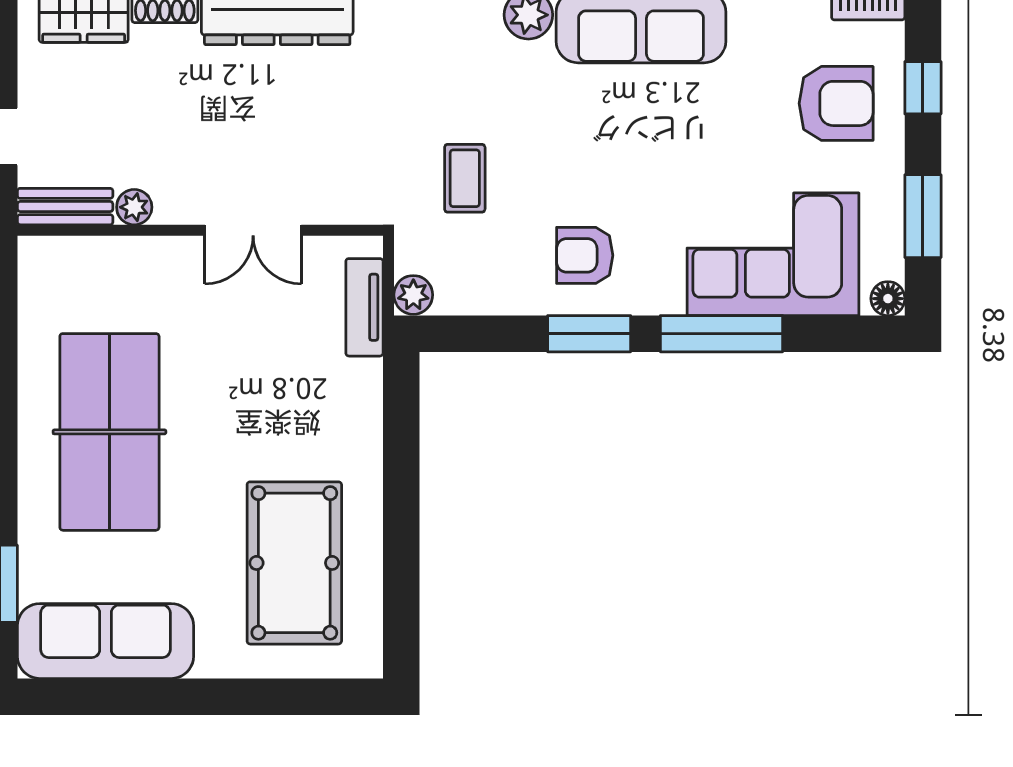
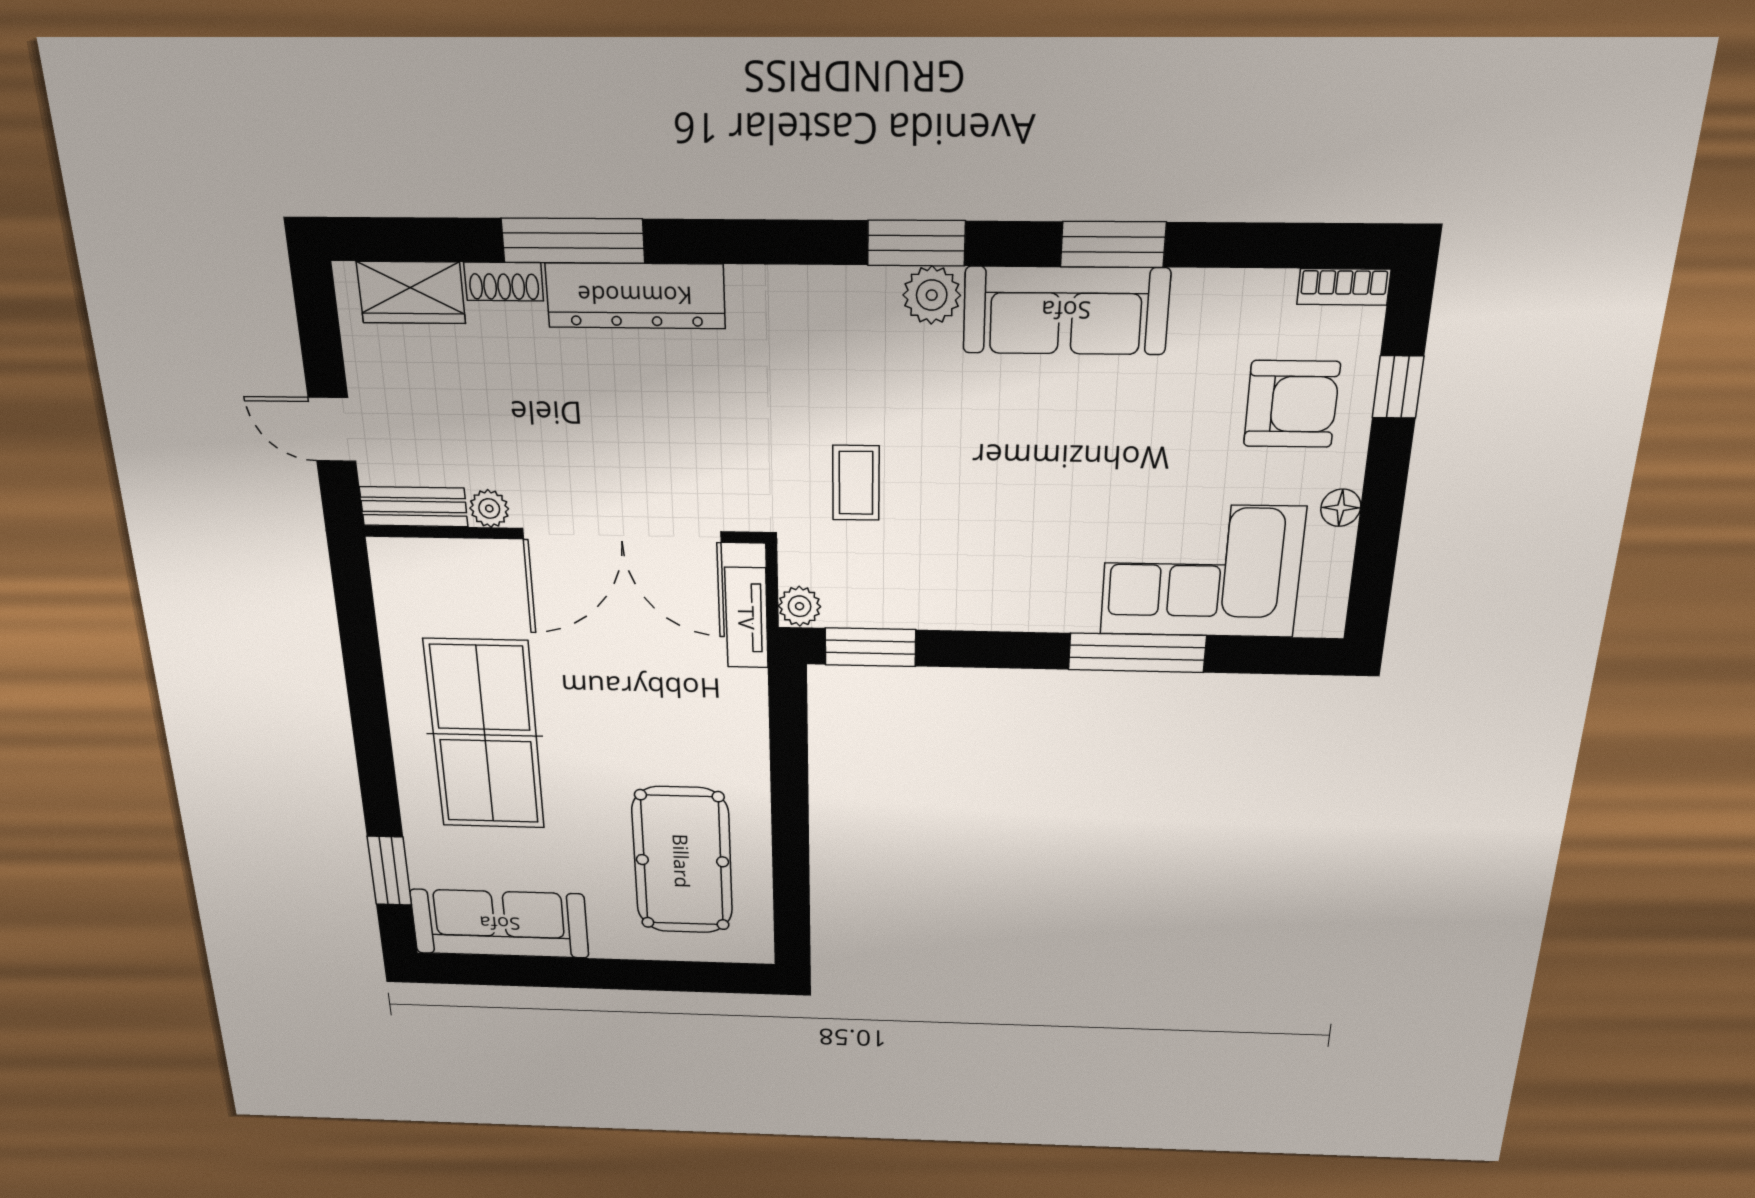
window: (923, 216) -> (1378, 533), removed
double door: (253, 230) -> (622, 535), width x1.87
armchair: (585, 255) -> (989, 568), removed
floor lamp: (888, 299) -> (1341, 508), moved
window: (589, 334) -> (870, 647), moved

